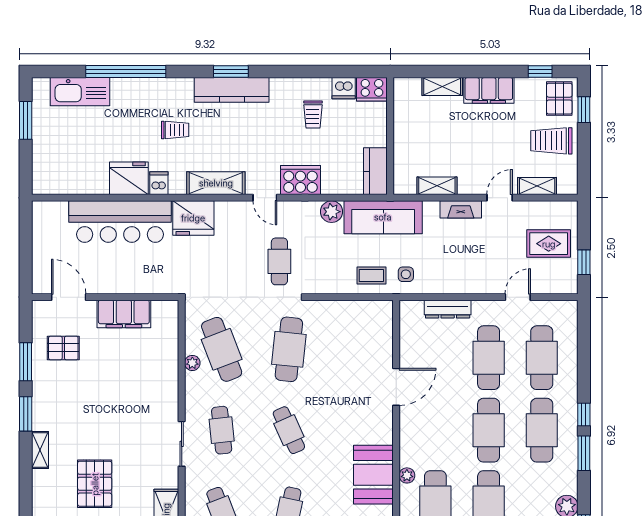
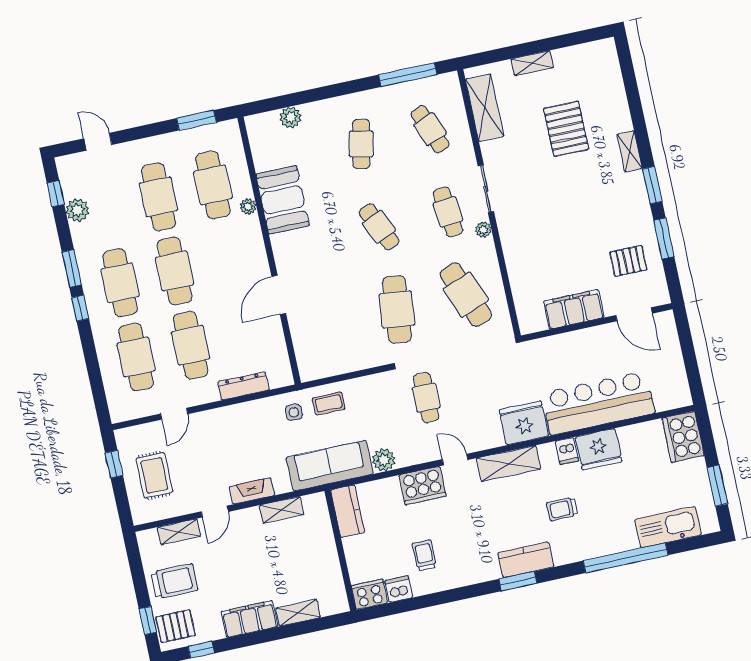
kitchen counter: (232, 90) -> (526, 560), width x0.67
pallet: (559, 99) -> (175, 626), turned 90
cooker: (48, 173) -> (683, 437), added
rug: (549, 244) -> (154, 475), turned 90
plant: (192, 363) -> (483, 230), moved

